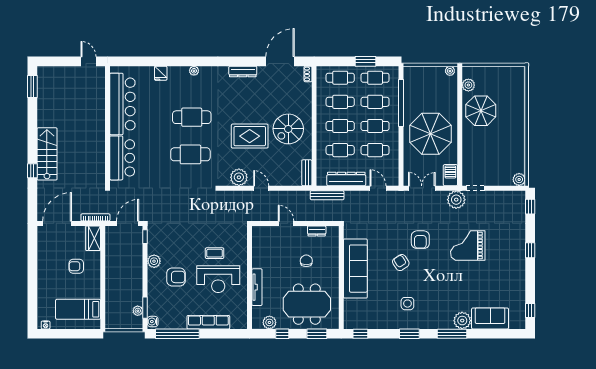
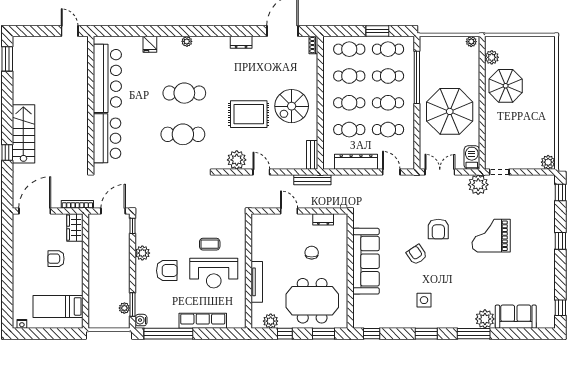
dresser: (243, 72) -> (241, 42), width x0.70
bench: (327, 195) -> (312, 180), moved

